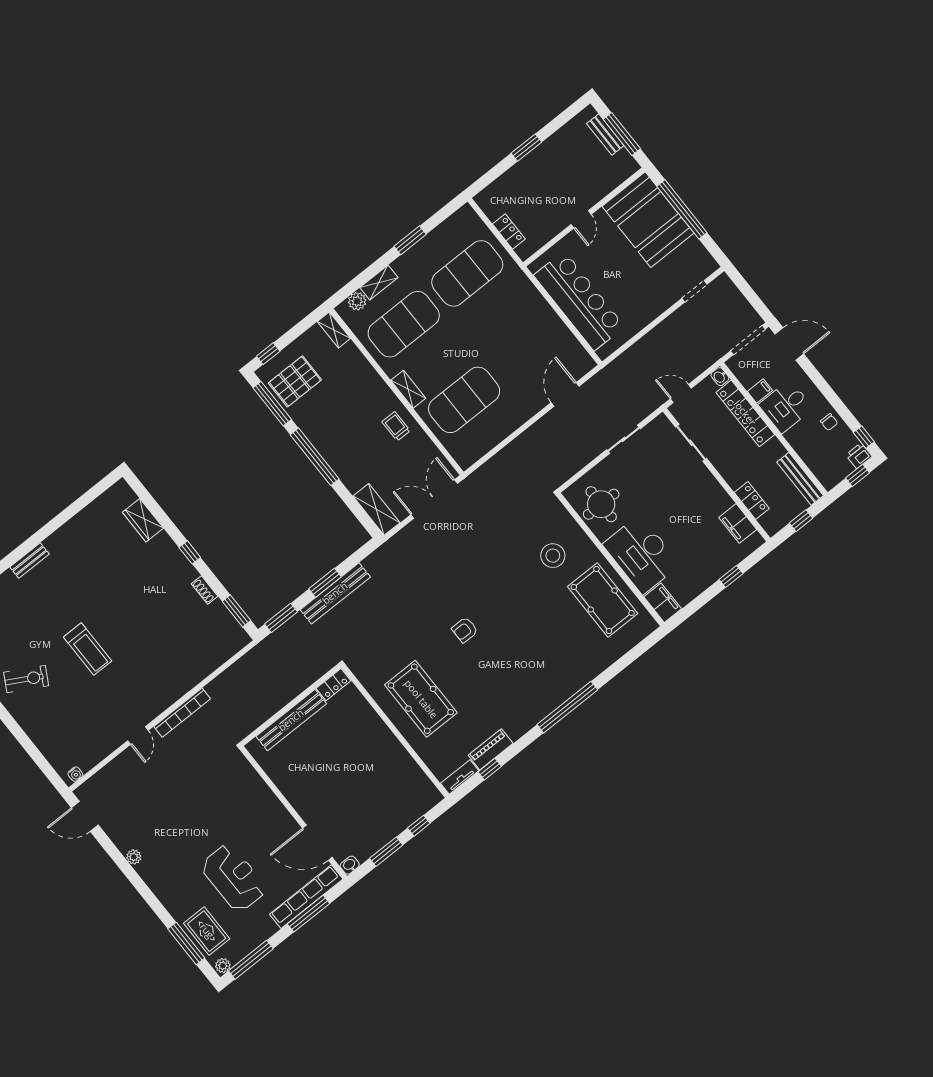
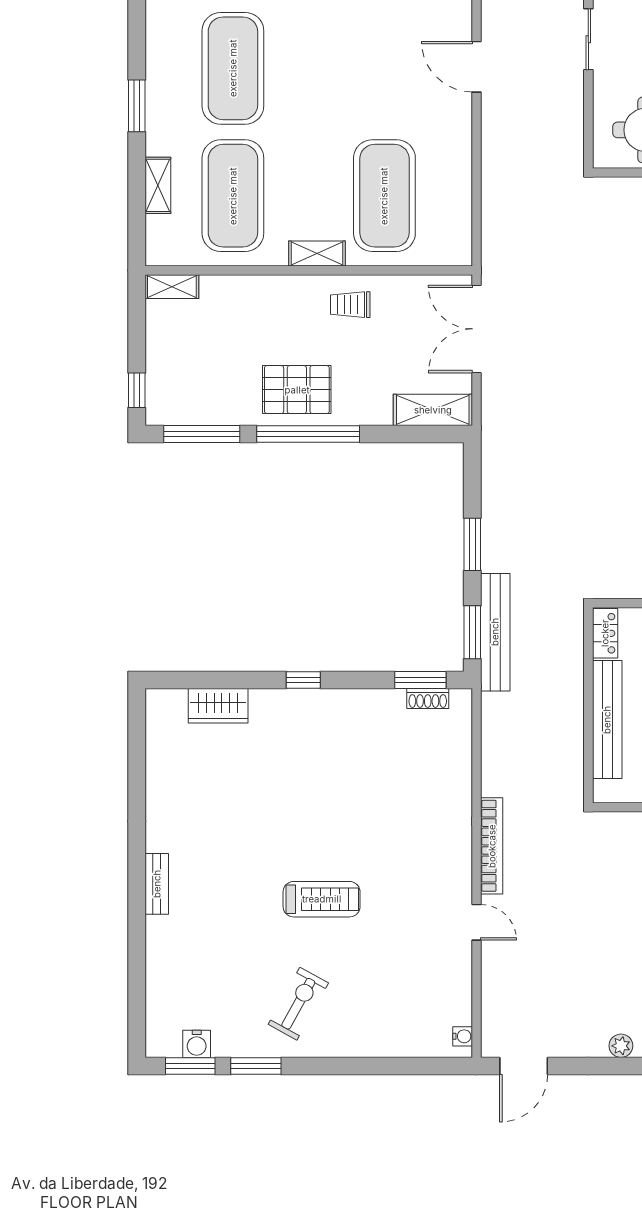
plant: (357, 301) -> (159, 230), removed
pallet: (295, 381) -> (297, 390), moved, turned 90
shoe rack: (205, 590) -> (428, 699), moved
bench: (335, 593) -> (495, 632), moved

